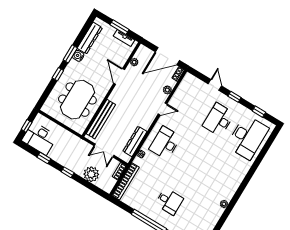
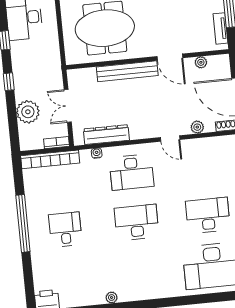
door: (119, 77) -> (170, 57), swing flipped
bench: (101, 119) -> (127, 71), moved
desk: (165, 143) -> (132, 172), turned 180
desk: (194, 161) -> (137, 222), added
desk: (169, 201) -> (65, 230), turned 180

